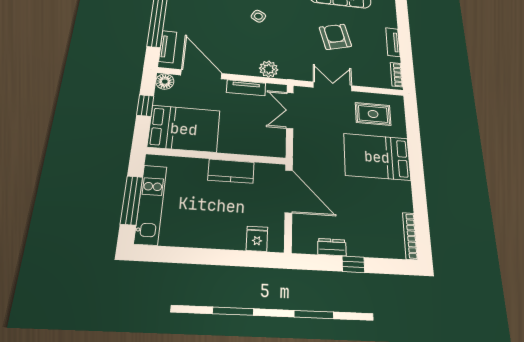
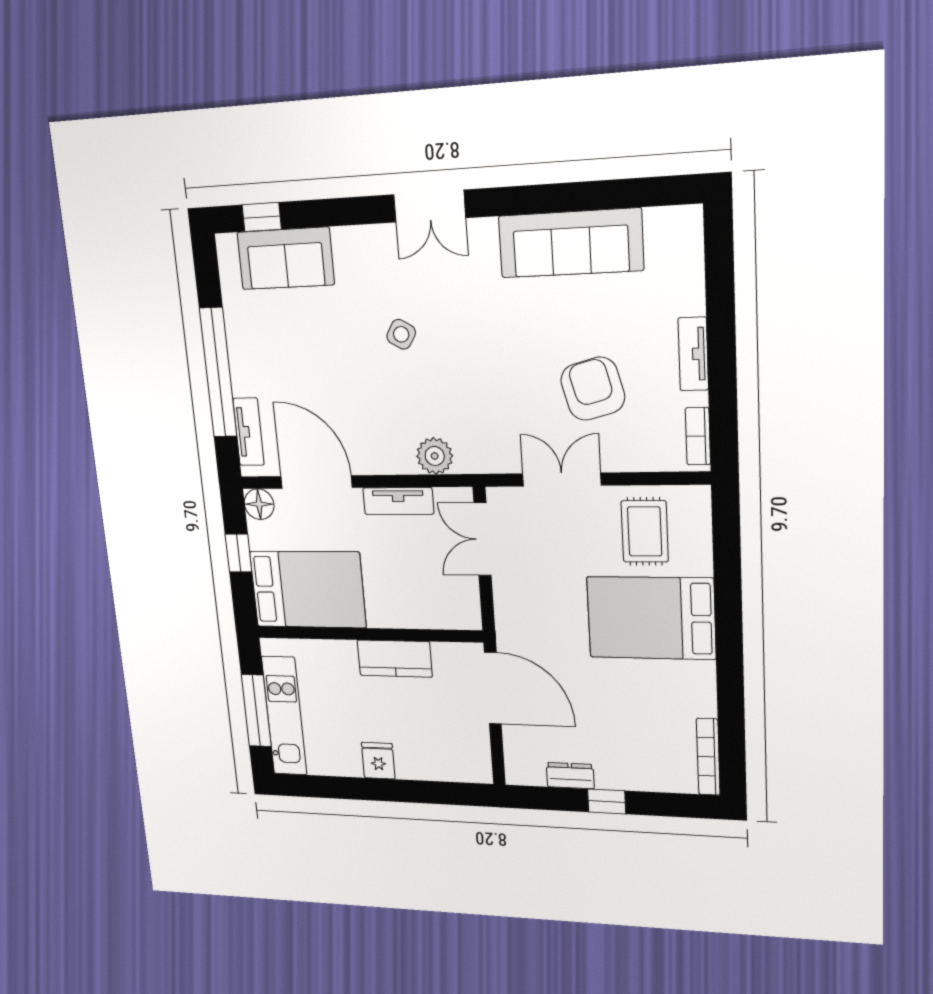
armchair: (335, 37) -> (593, 389), moved
rug: (373, 114) -> (645, 531), turned 90
fridge: (257, 239) -> (378, 761), moved

